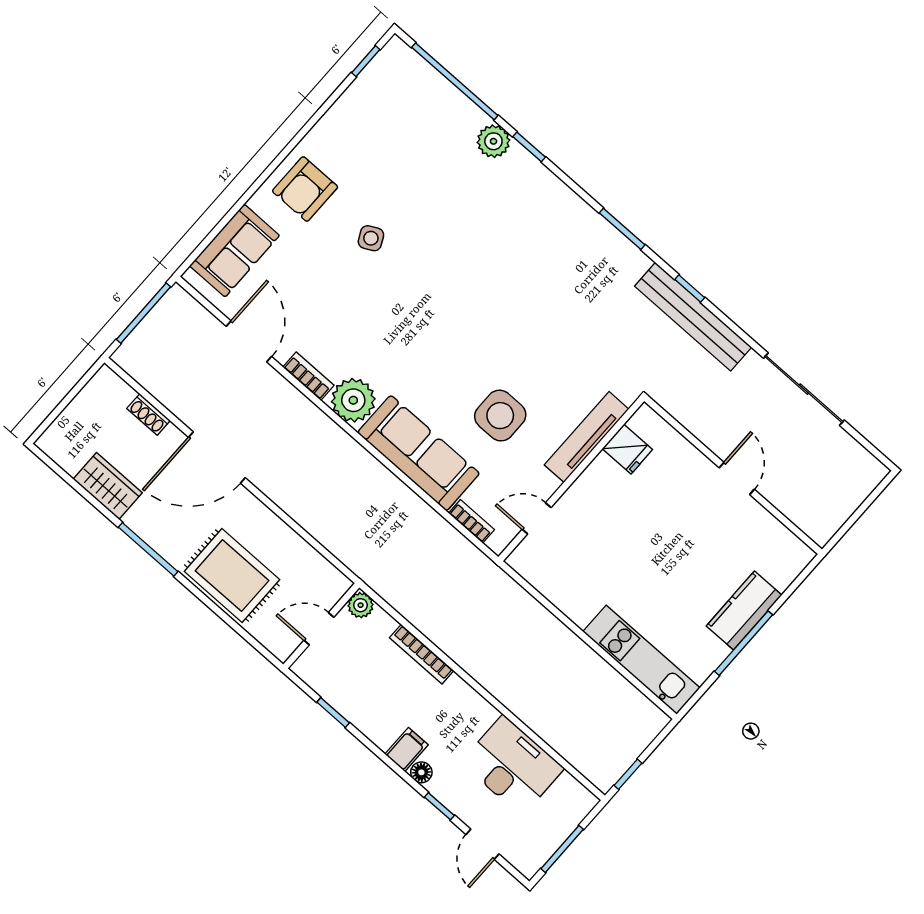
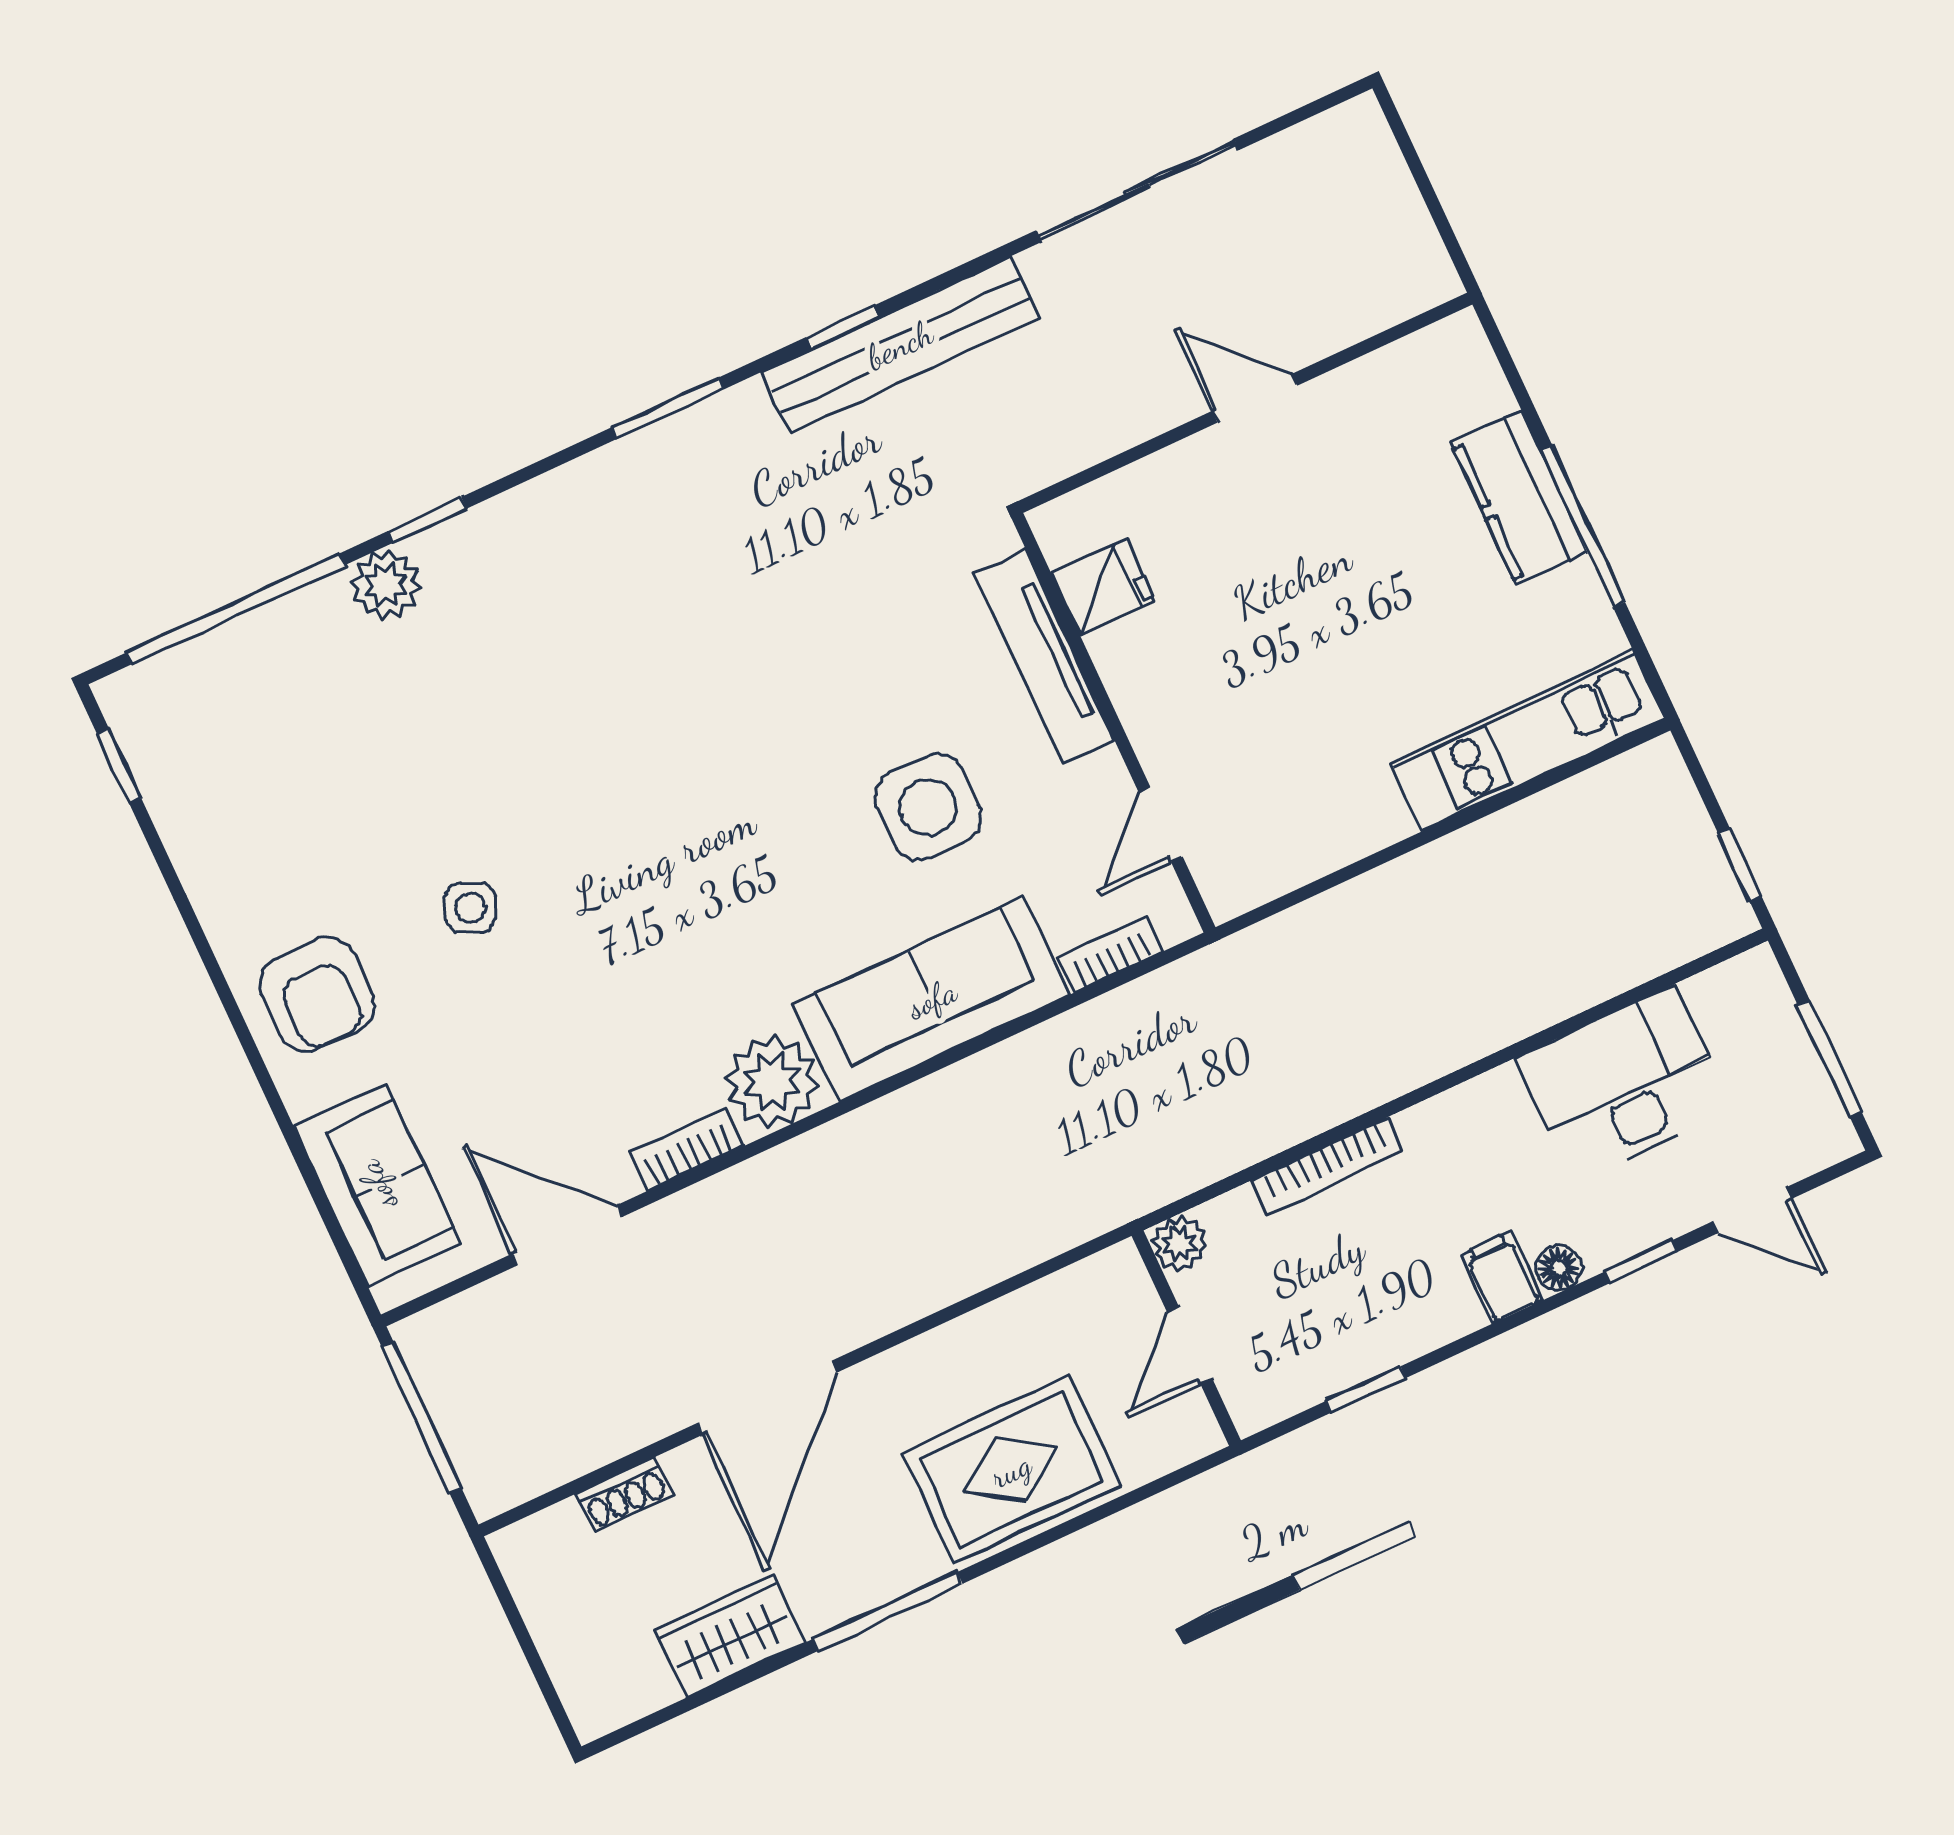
side table: (371, 238) -> (470, 908), turned -36

